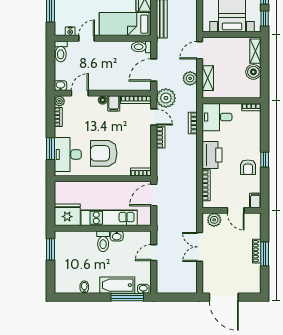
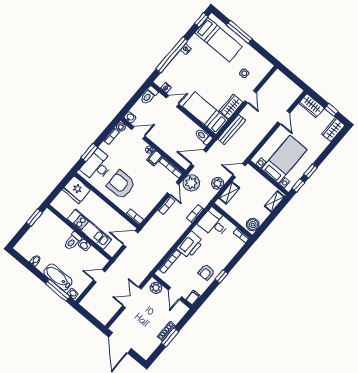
boiler: (253, 72) -> (253, 225), moved
fridge: (67, 215) -> (76, 190), moved, turned 180

